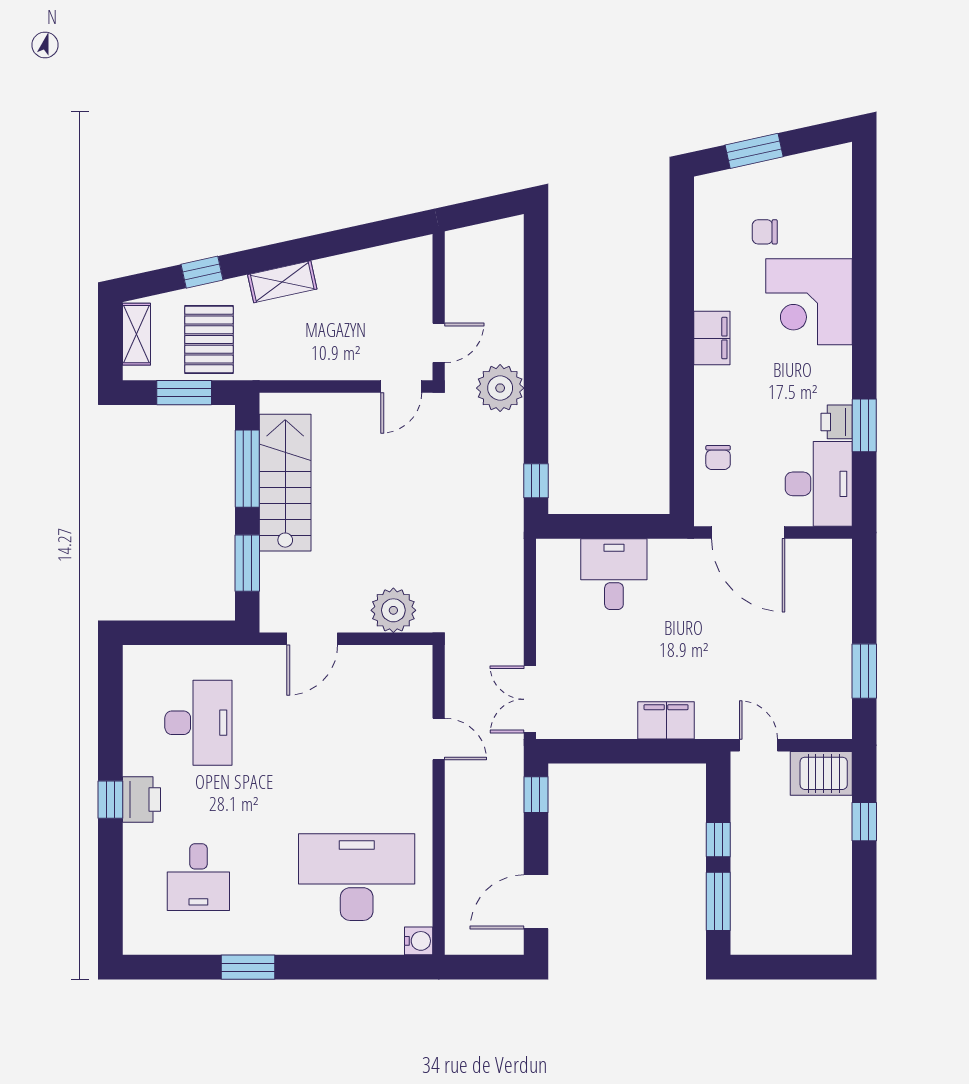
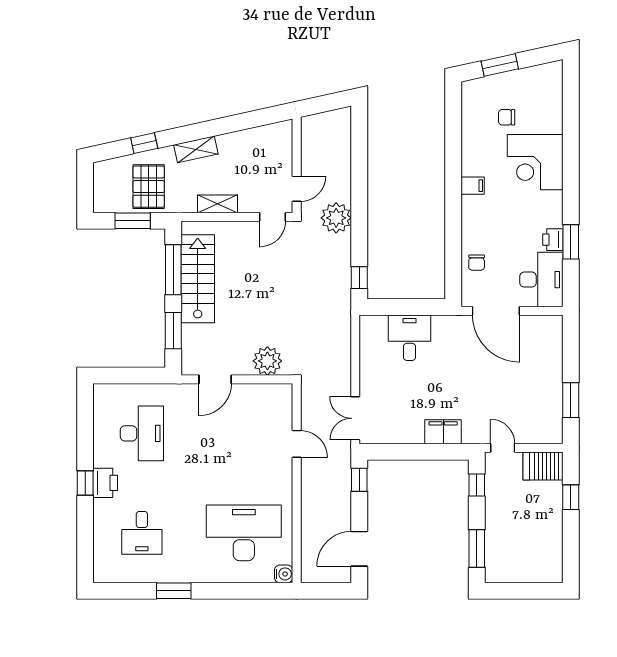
shelving: (136, 334) -> (218, 204), moved, turned 90
filing cabinet: (712, 338) -> (473, 186), width x0.50
window: (718, 840) -> (477, 485), moved

